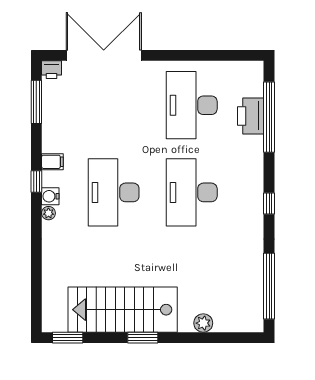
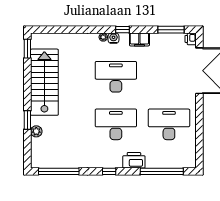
printer: (251, 116) -> (134, 160), moved
filing cabinet: (52, 162) -> (139, 39), width x2.00
window: (143, 338) -> (27, 120), moved

